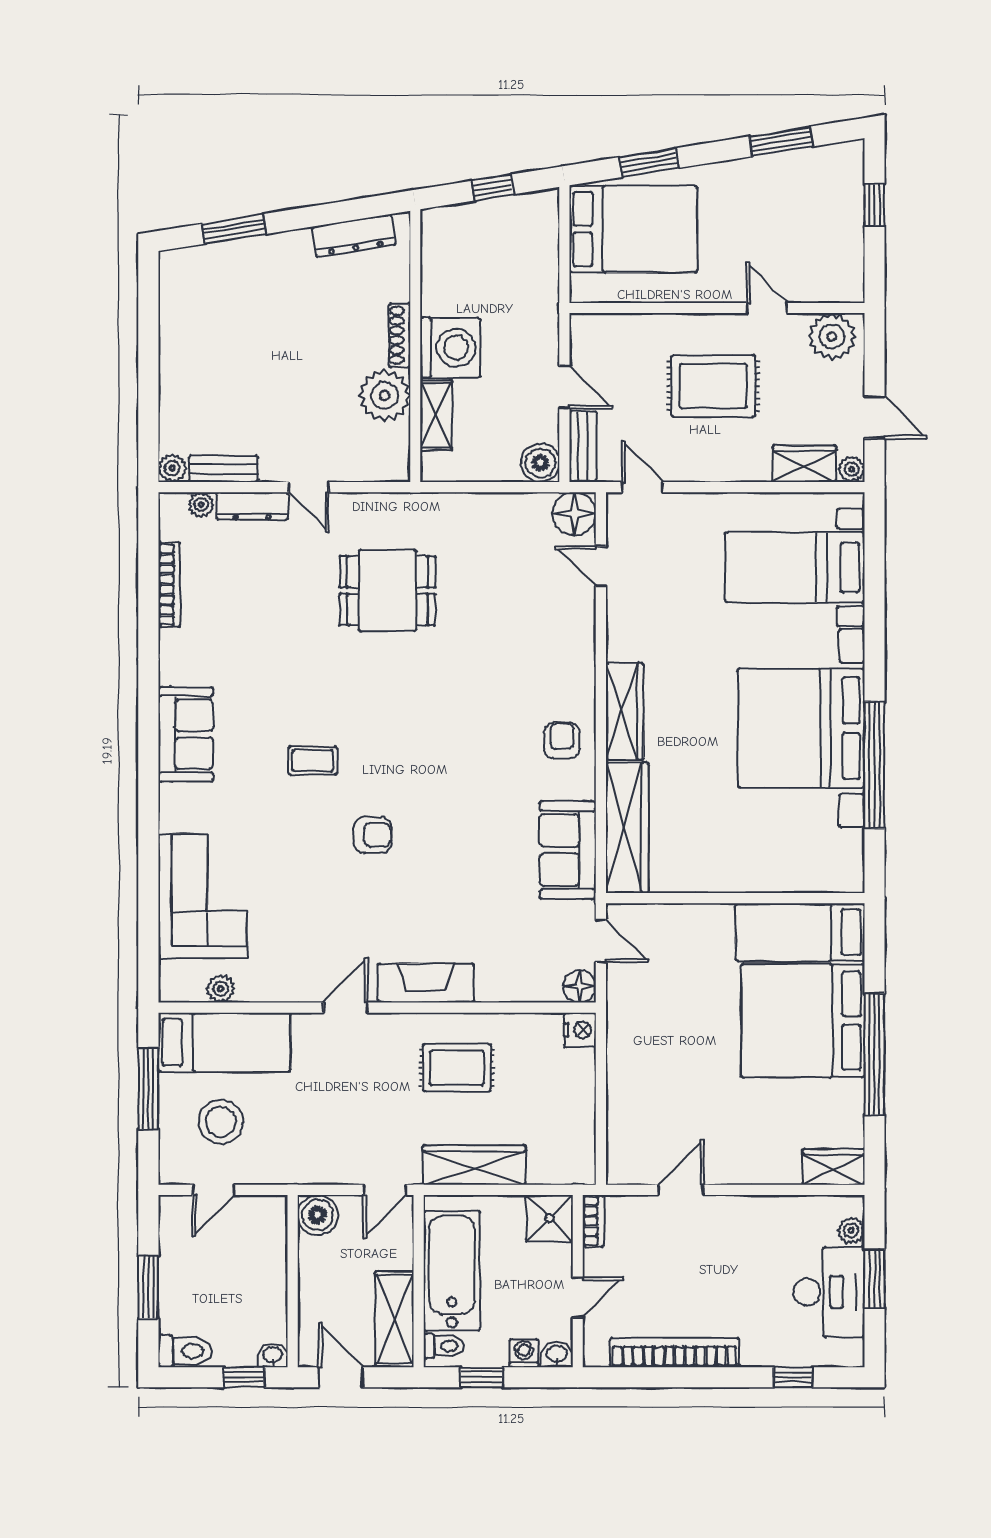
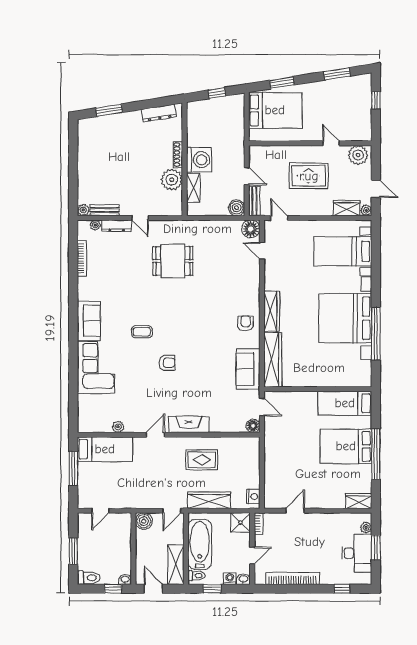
corner sofa: (203, 896) -> (96, 368), moved
plant: (221, 989) -> (118, 427), moved
bed: (803, 1021) -> (346, 446), width x0.73
nightstand: (580, 1030) -> (253, 497), moved
stool: (221, 1122) -> (103, 482), removed

